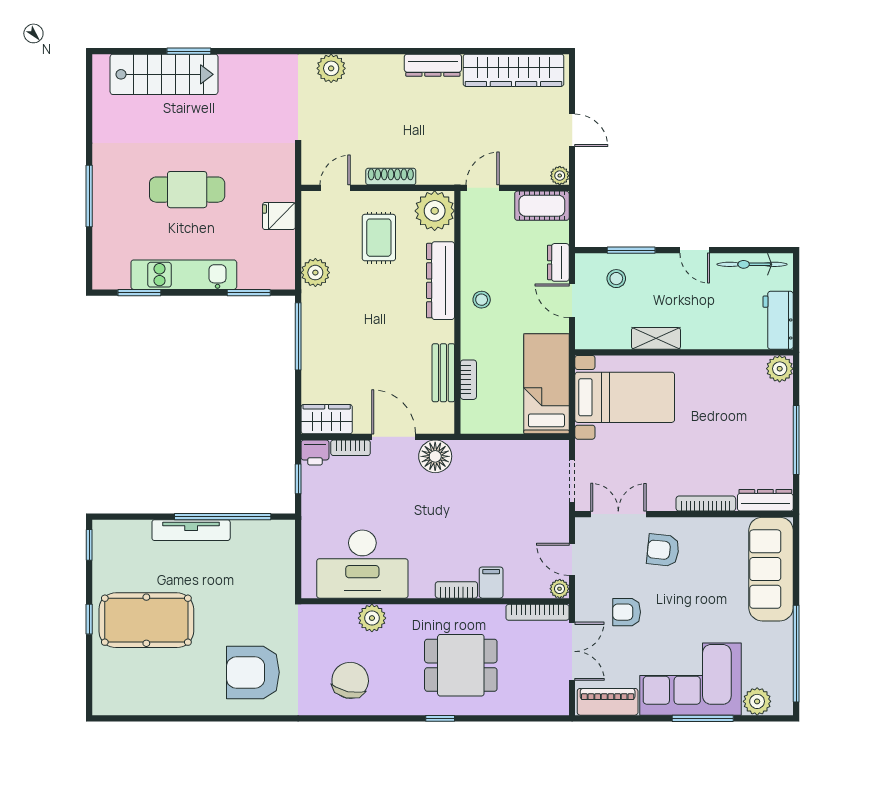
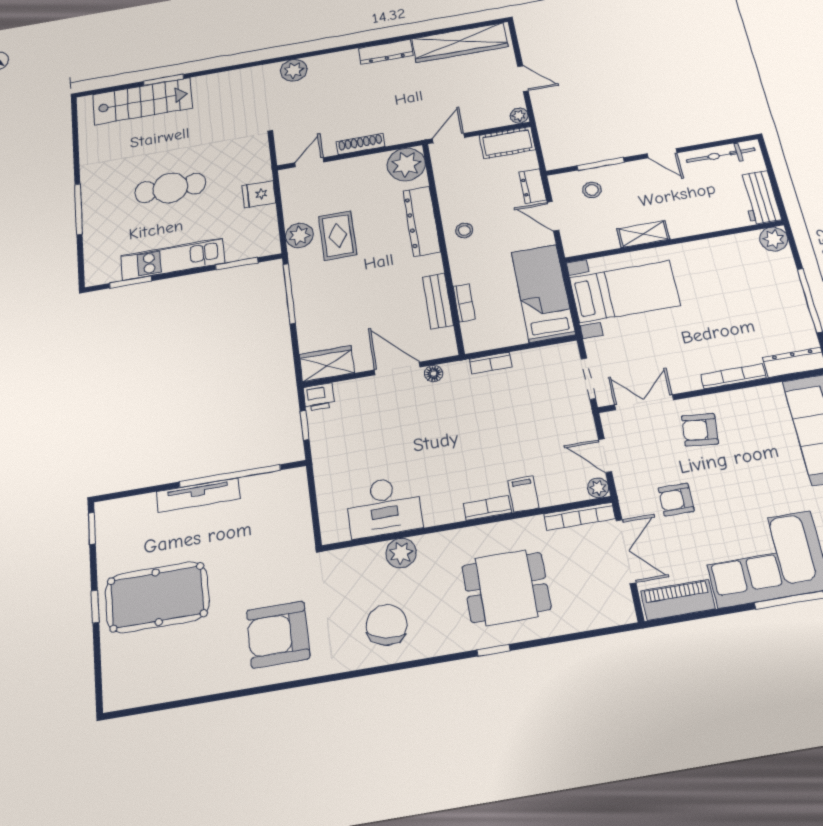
rug: (379, 238) -> (338, 236), moved
bookcase: (351, 448) -> (491, 363), moved
floor lamp: (435, 456) -> (433, 374), width x0.53, depth x0.53
desk: (362, 564) -> (384, 507), width x0.73, depth x0.77

